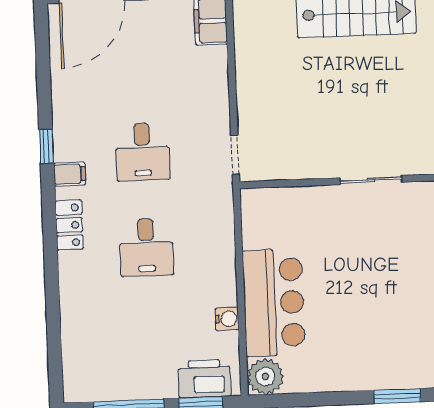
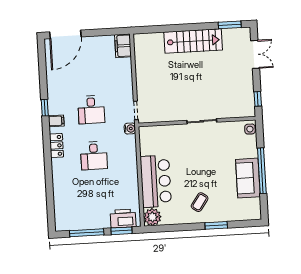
water cooler: (227, 319) -> (130, 129), moved
coffee table: (364, 347) -> (200, 202), added

